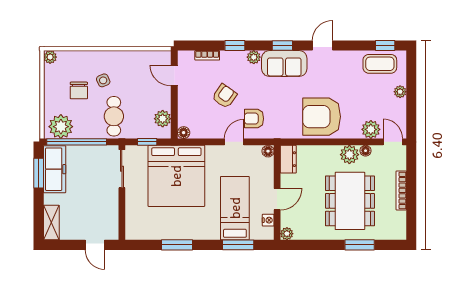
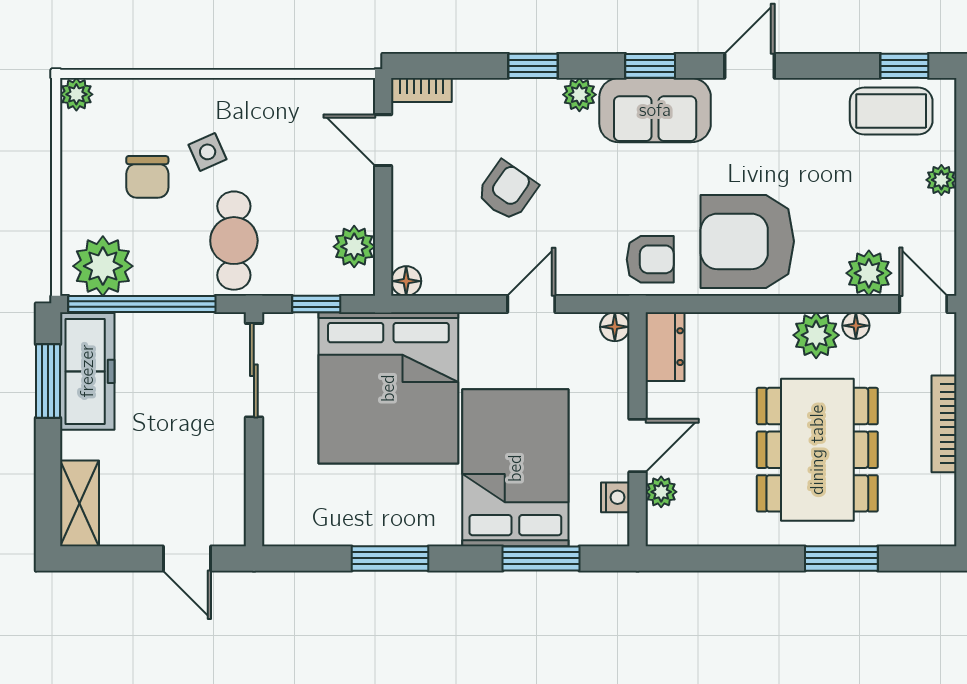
bookcase: (207, 55) -> (421, 90), moved
armchair: (254, 119) -> (650, 259), moved, turned 180
bed: (235, 208) -> (515, 468), width x1.50
plant: (287, 234) -> (661, 492), moved

